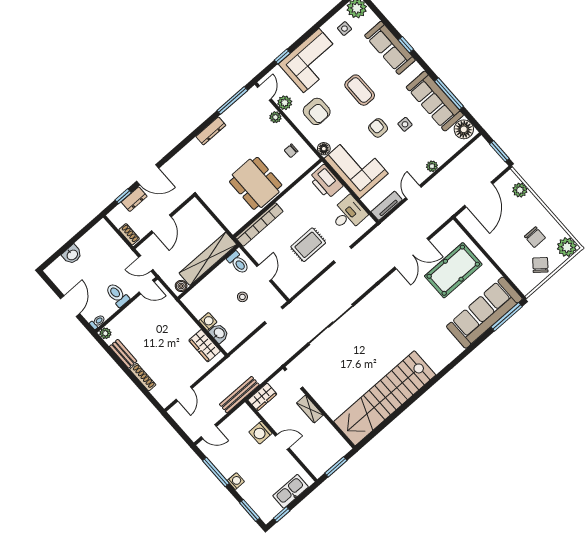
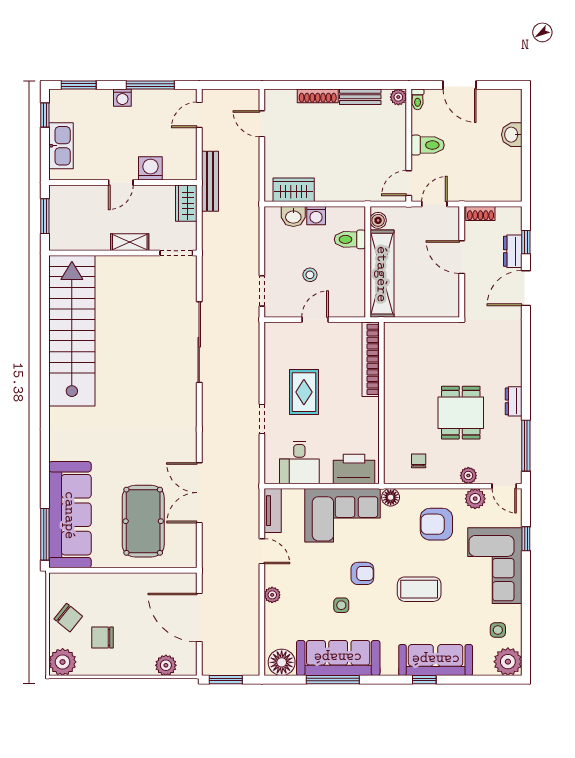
dresser: (211, 131) -> (514, 401), width x0.70
dining table: (256, 183) -> (461, 413), moved, width x0.73
toilet: (238, 263) -> (350, 239), moved
door: (264, 273) -> (315, 320), swing flipped

